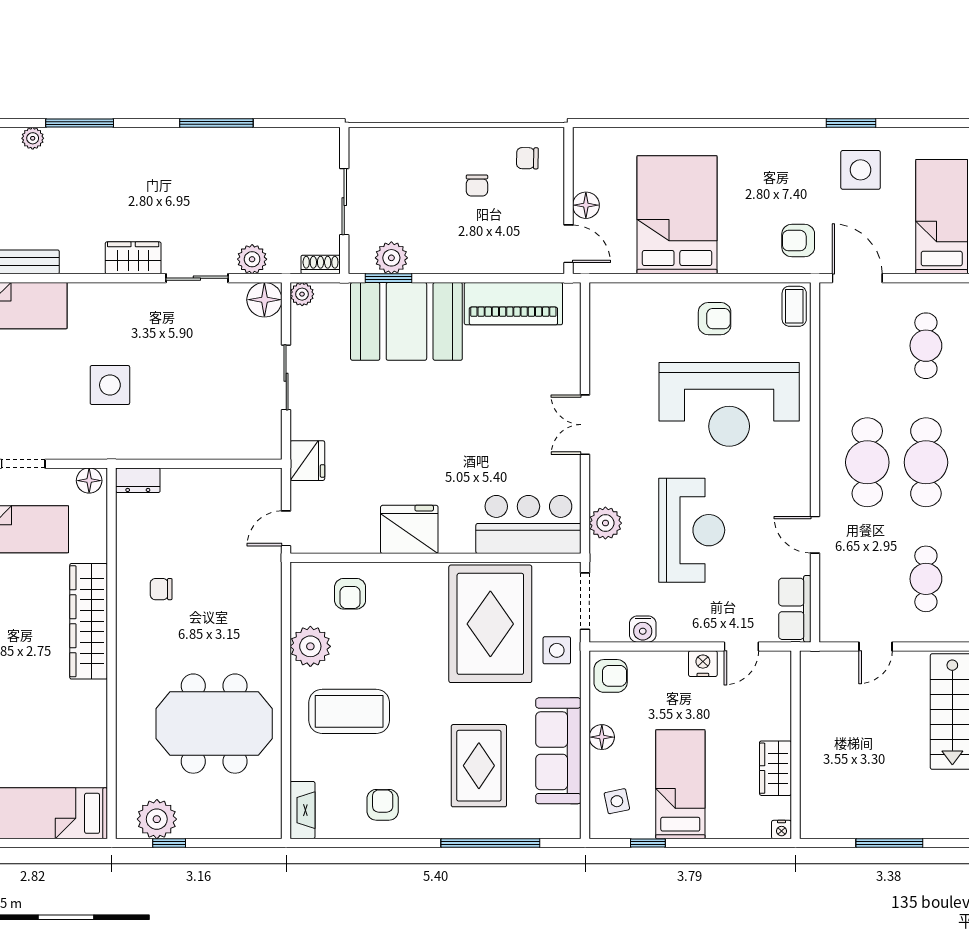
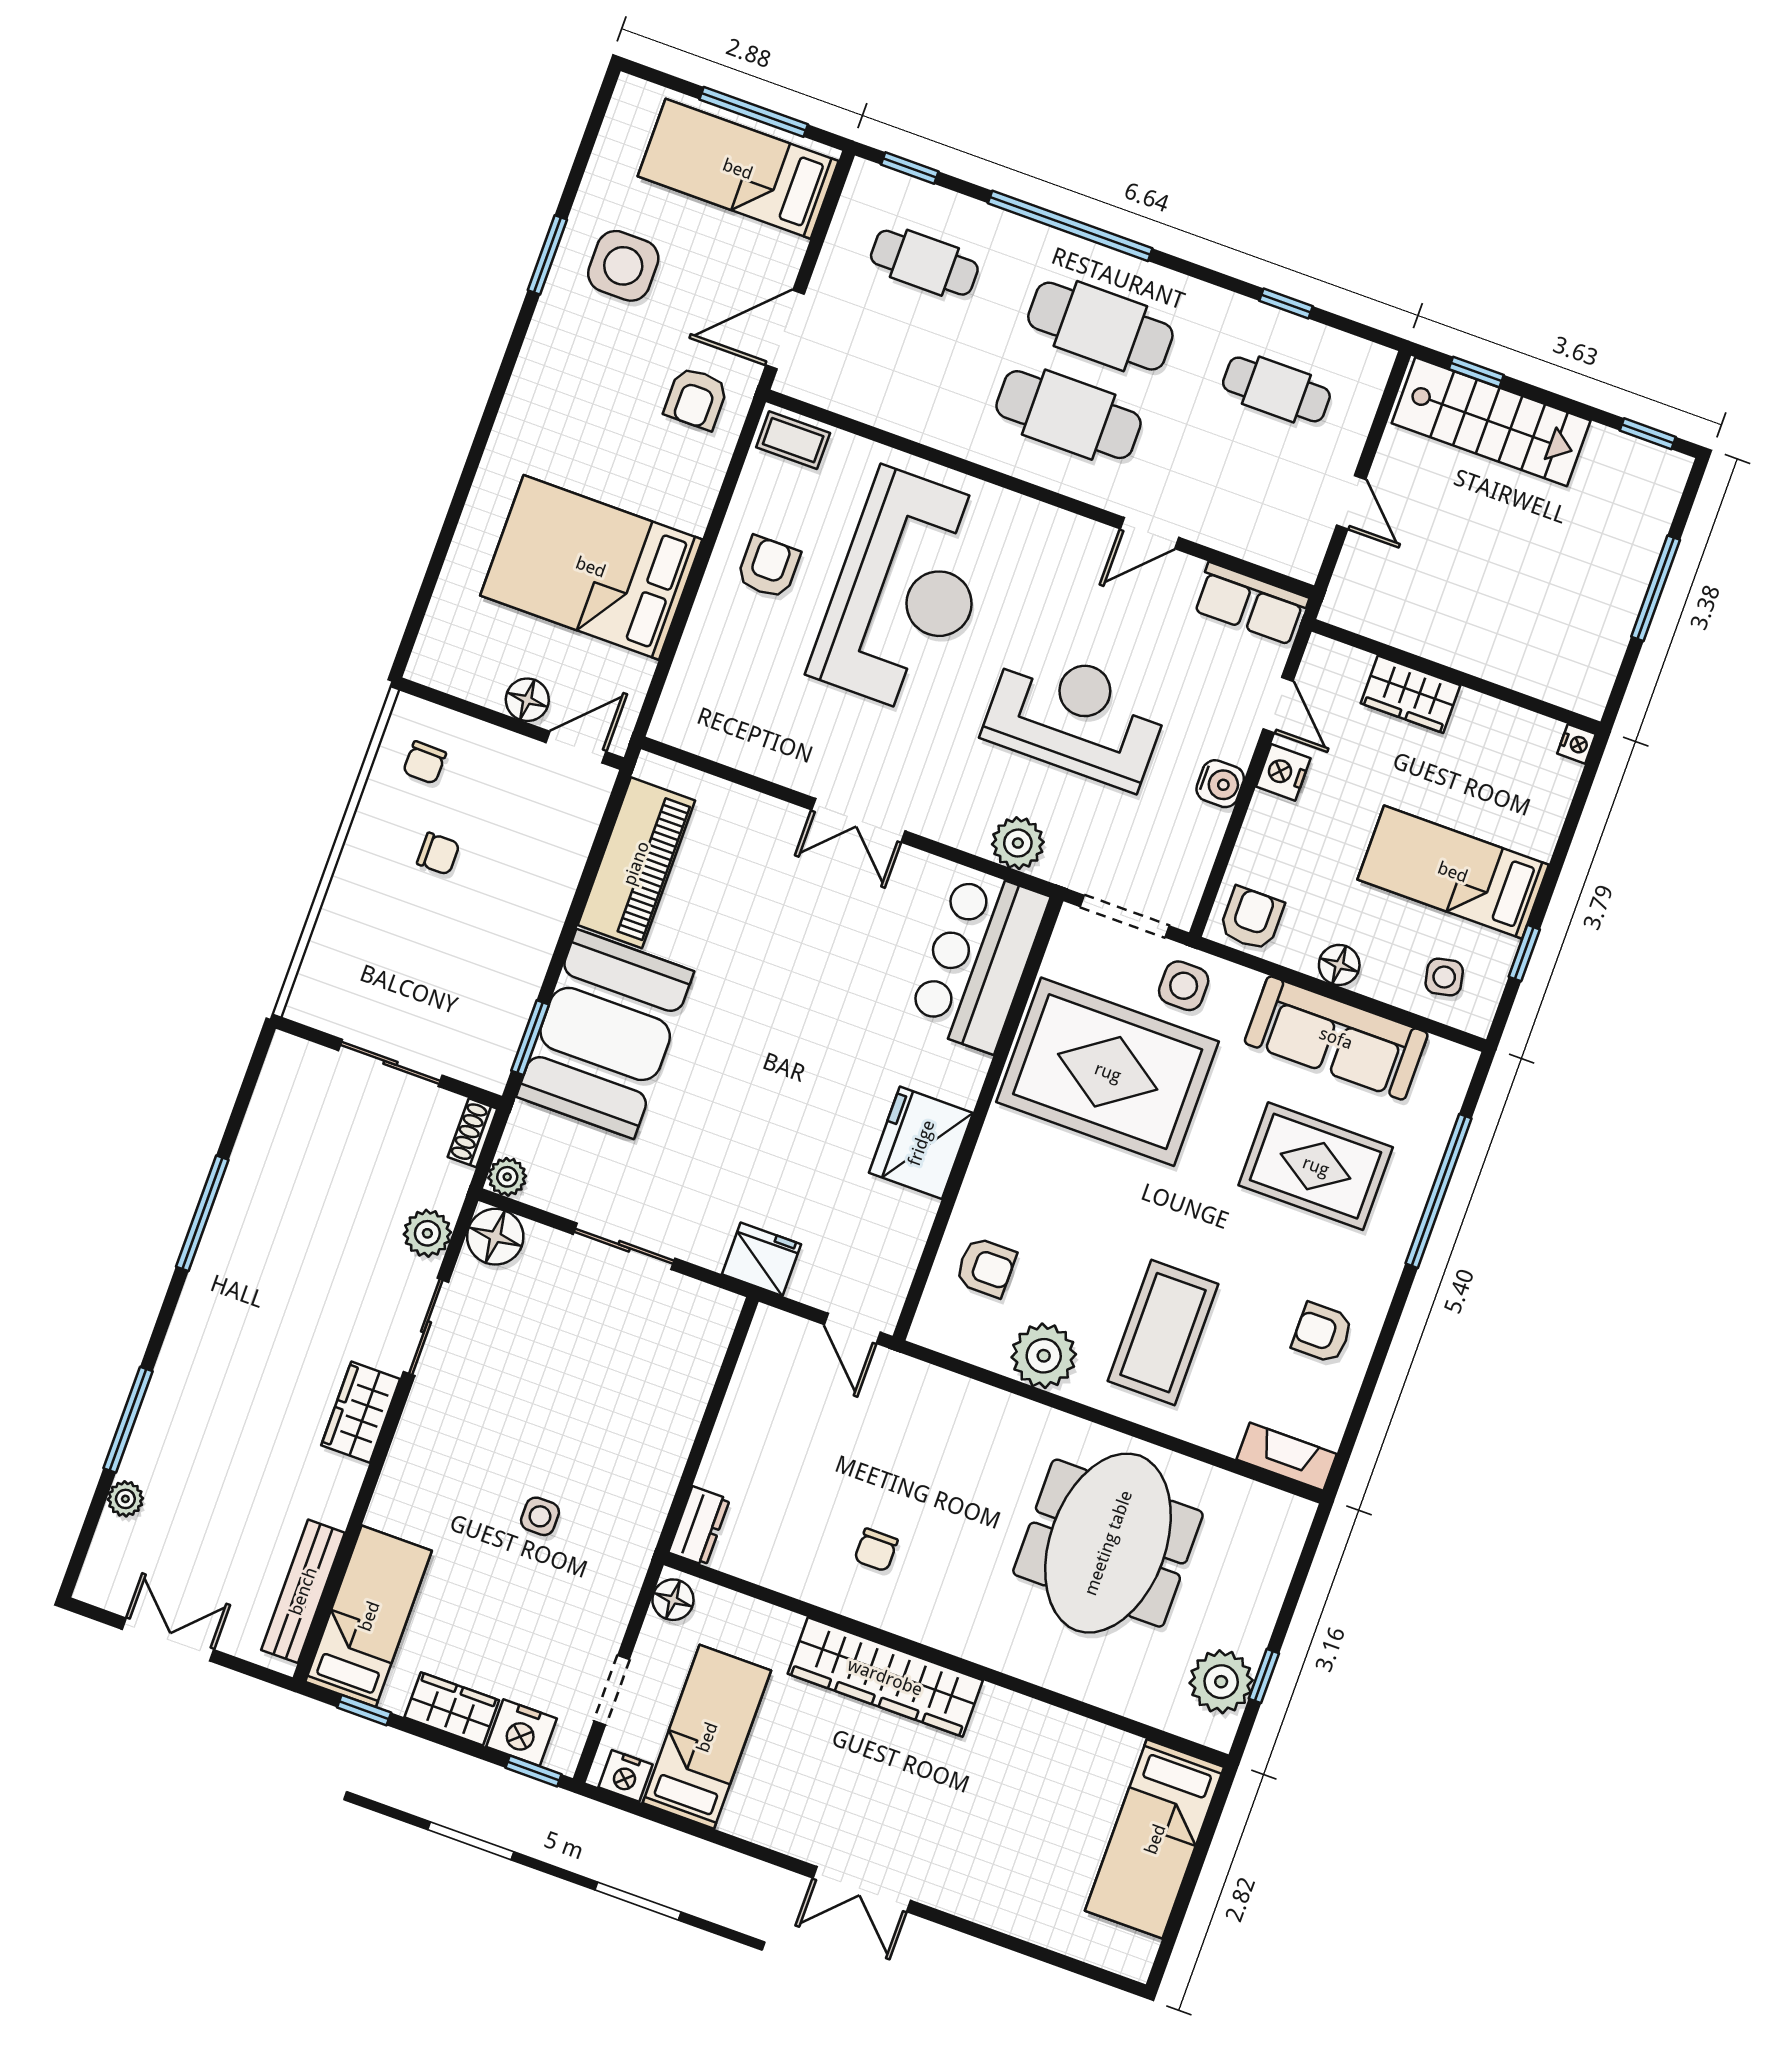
plant: (391, 258) -> (501, 1022), removed
side table: (110, 385) -> (540, 1516), width x0.54, depth x0.54
water cooler: (643, 629) -> (1220, 784), moved
wardrobe: (776, 768) -> (1411, 694), moved

